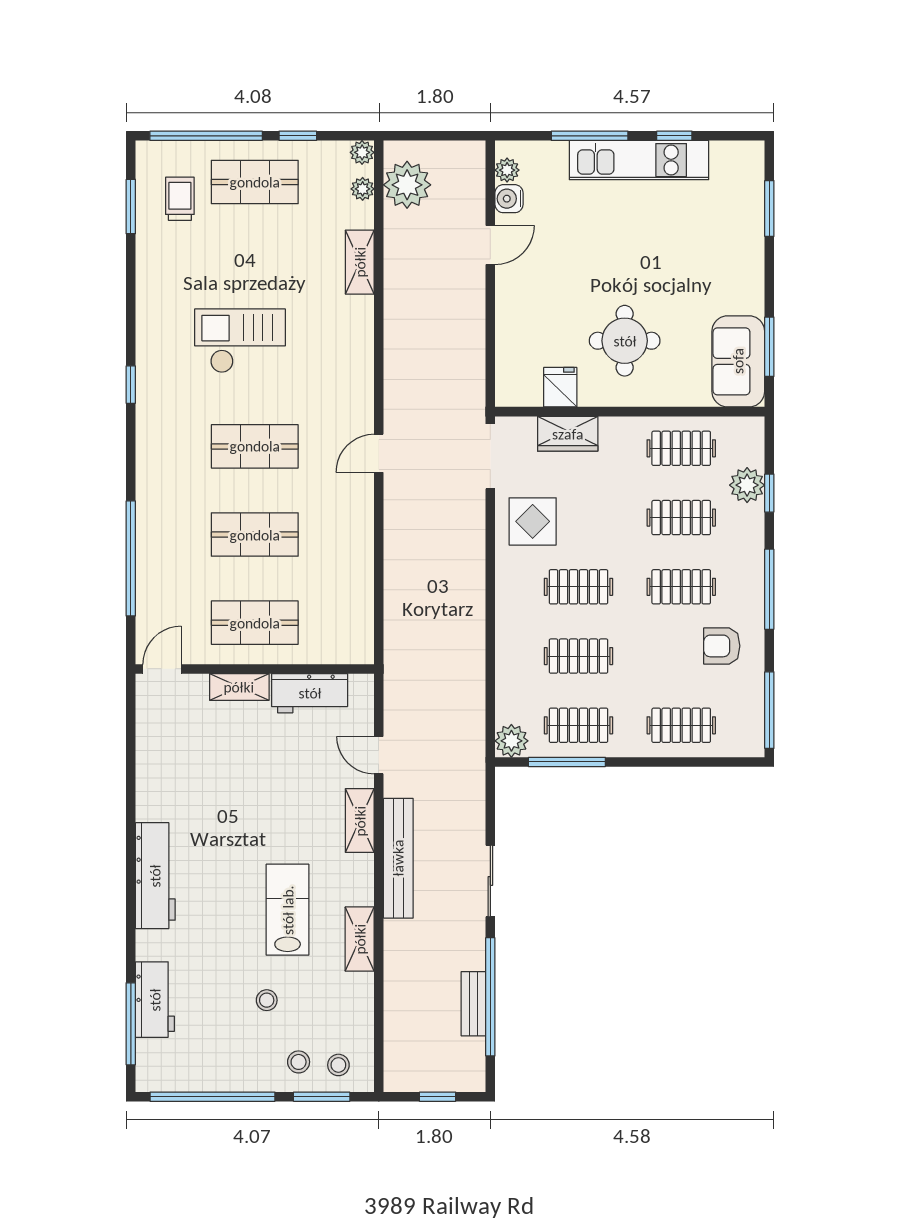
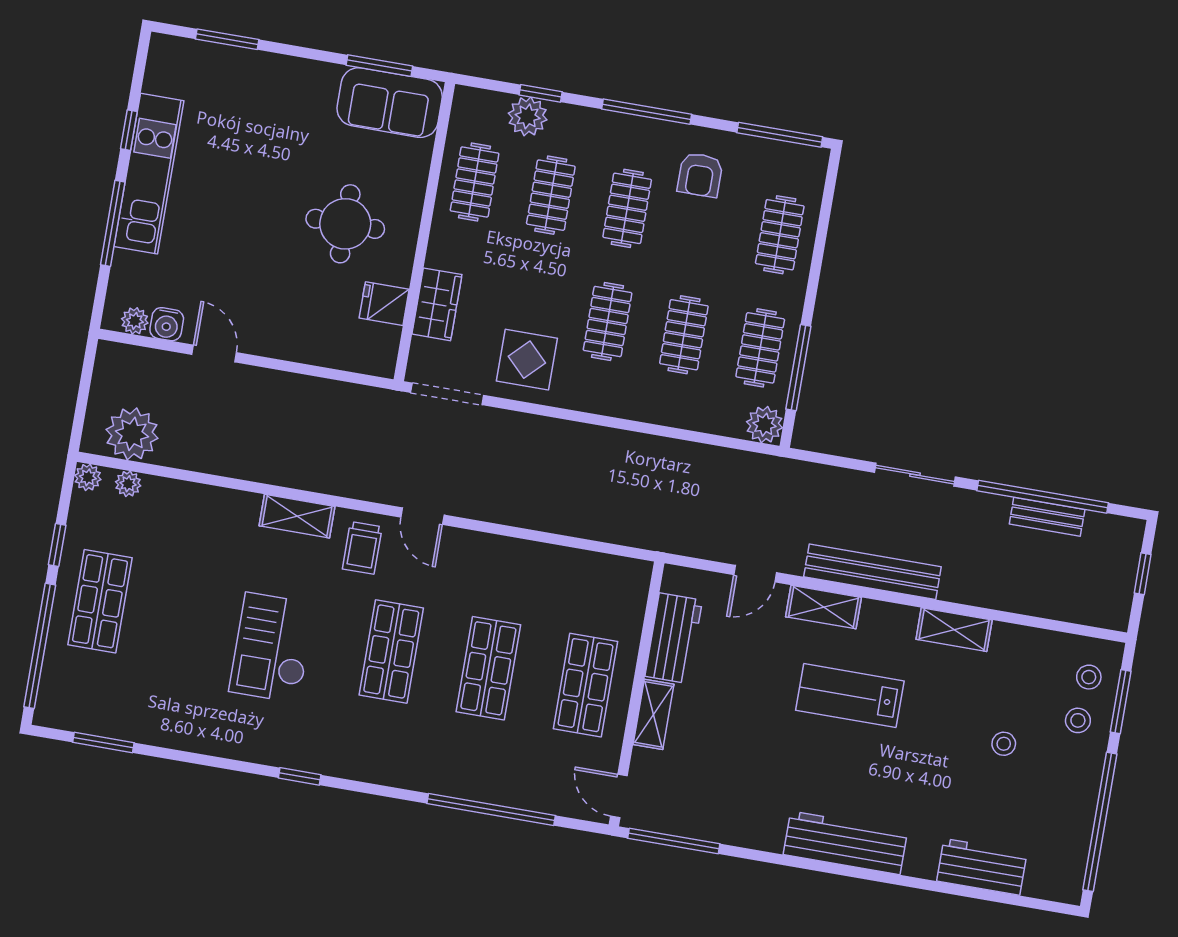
trolley: (180, 199) -> (362, 548), moved, turned -90
shelving: (360, 262) -> (297, 516), moved
lab bench: (288, 910) -> (850, 696), moved
window: (131, 1024) -> (674, 841), moved

